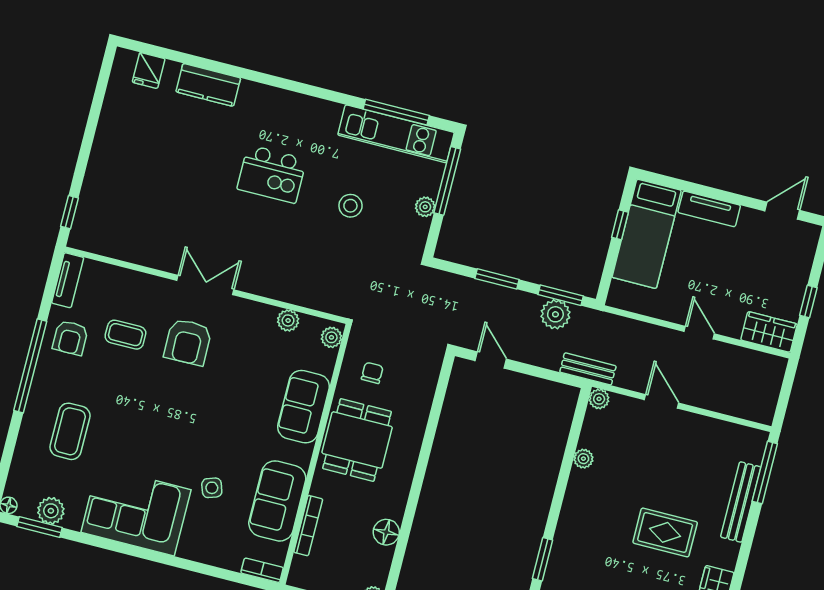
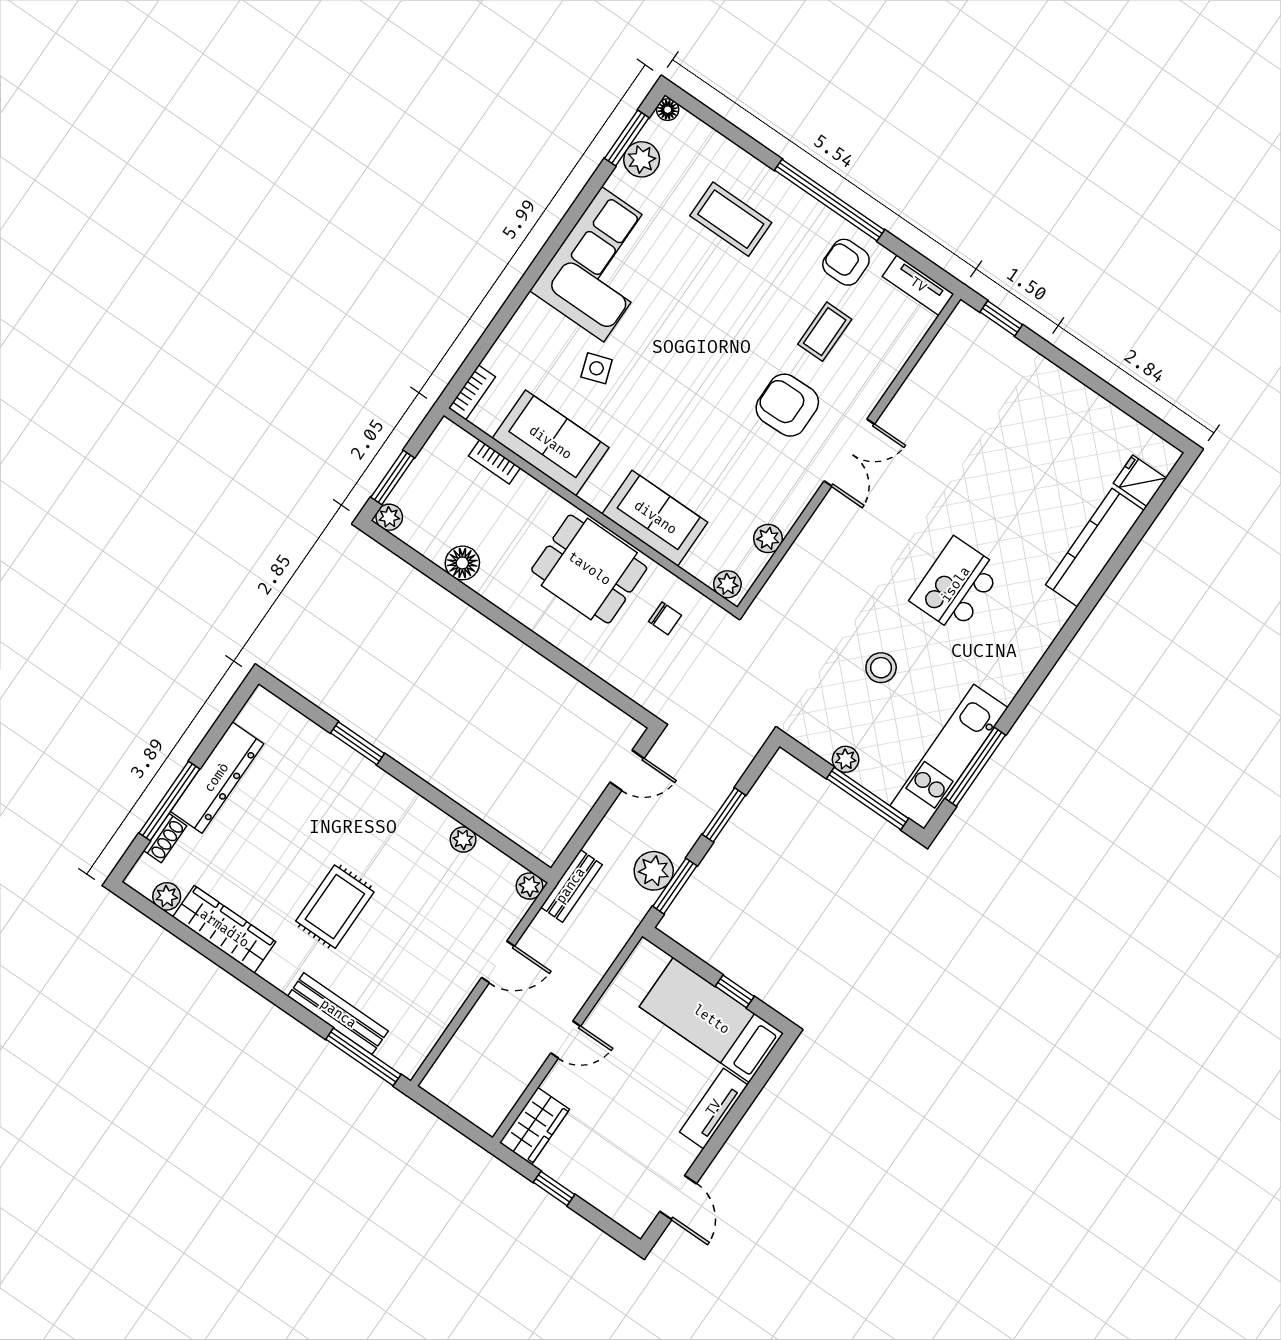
kitchen counter: (208, 85) -> (1095, 548), width x1.50
bookcase: (308, 526) -> (494, 462), width x0.64

